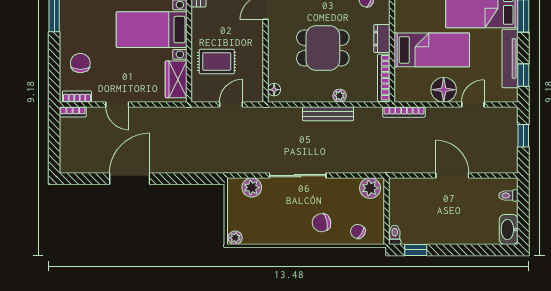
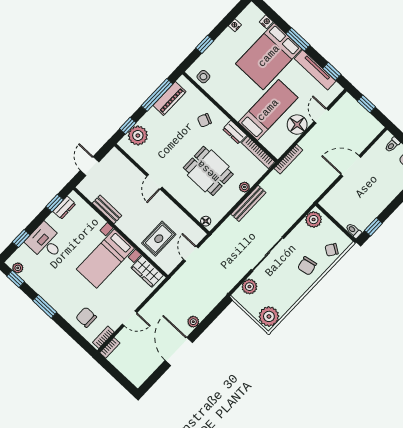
dining table: (323, 48) -> (208, 171), turned 90
plant: (170, 166) -> (193, 322), added
plant: (235, 238) -> (269, 316), width x1.87, depth x1.87

